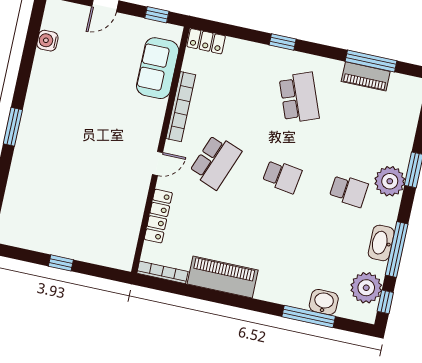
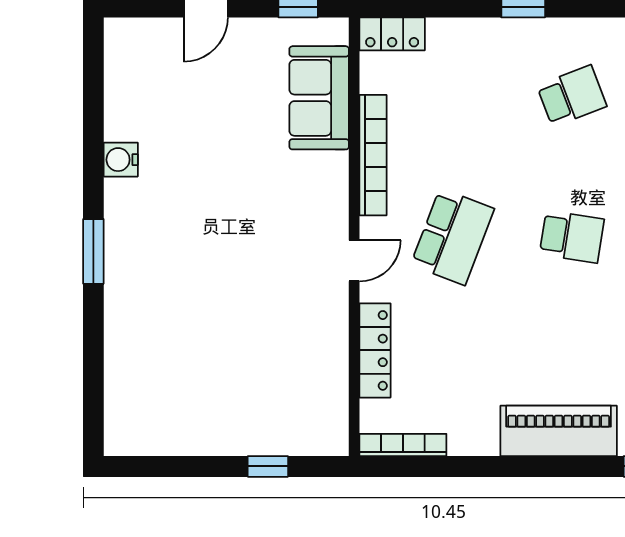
water cooler: (47, 41) -> (121, 160), moved
school desk: (299, 98) -> (572, 96), width x0.54
window: (61, 263) -> (268, 466), moved
piano: (223, 277) -> (559, 431), moved

